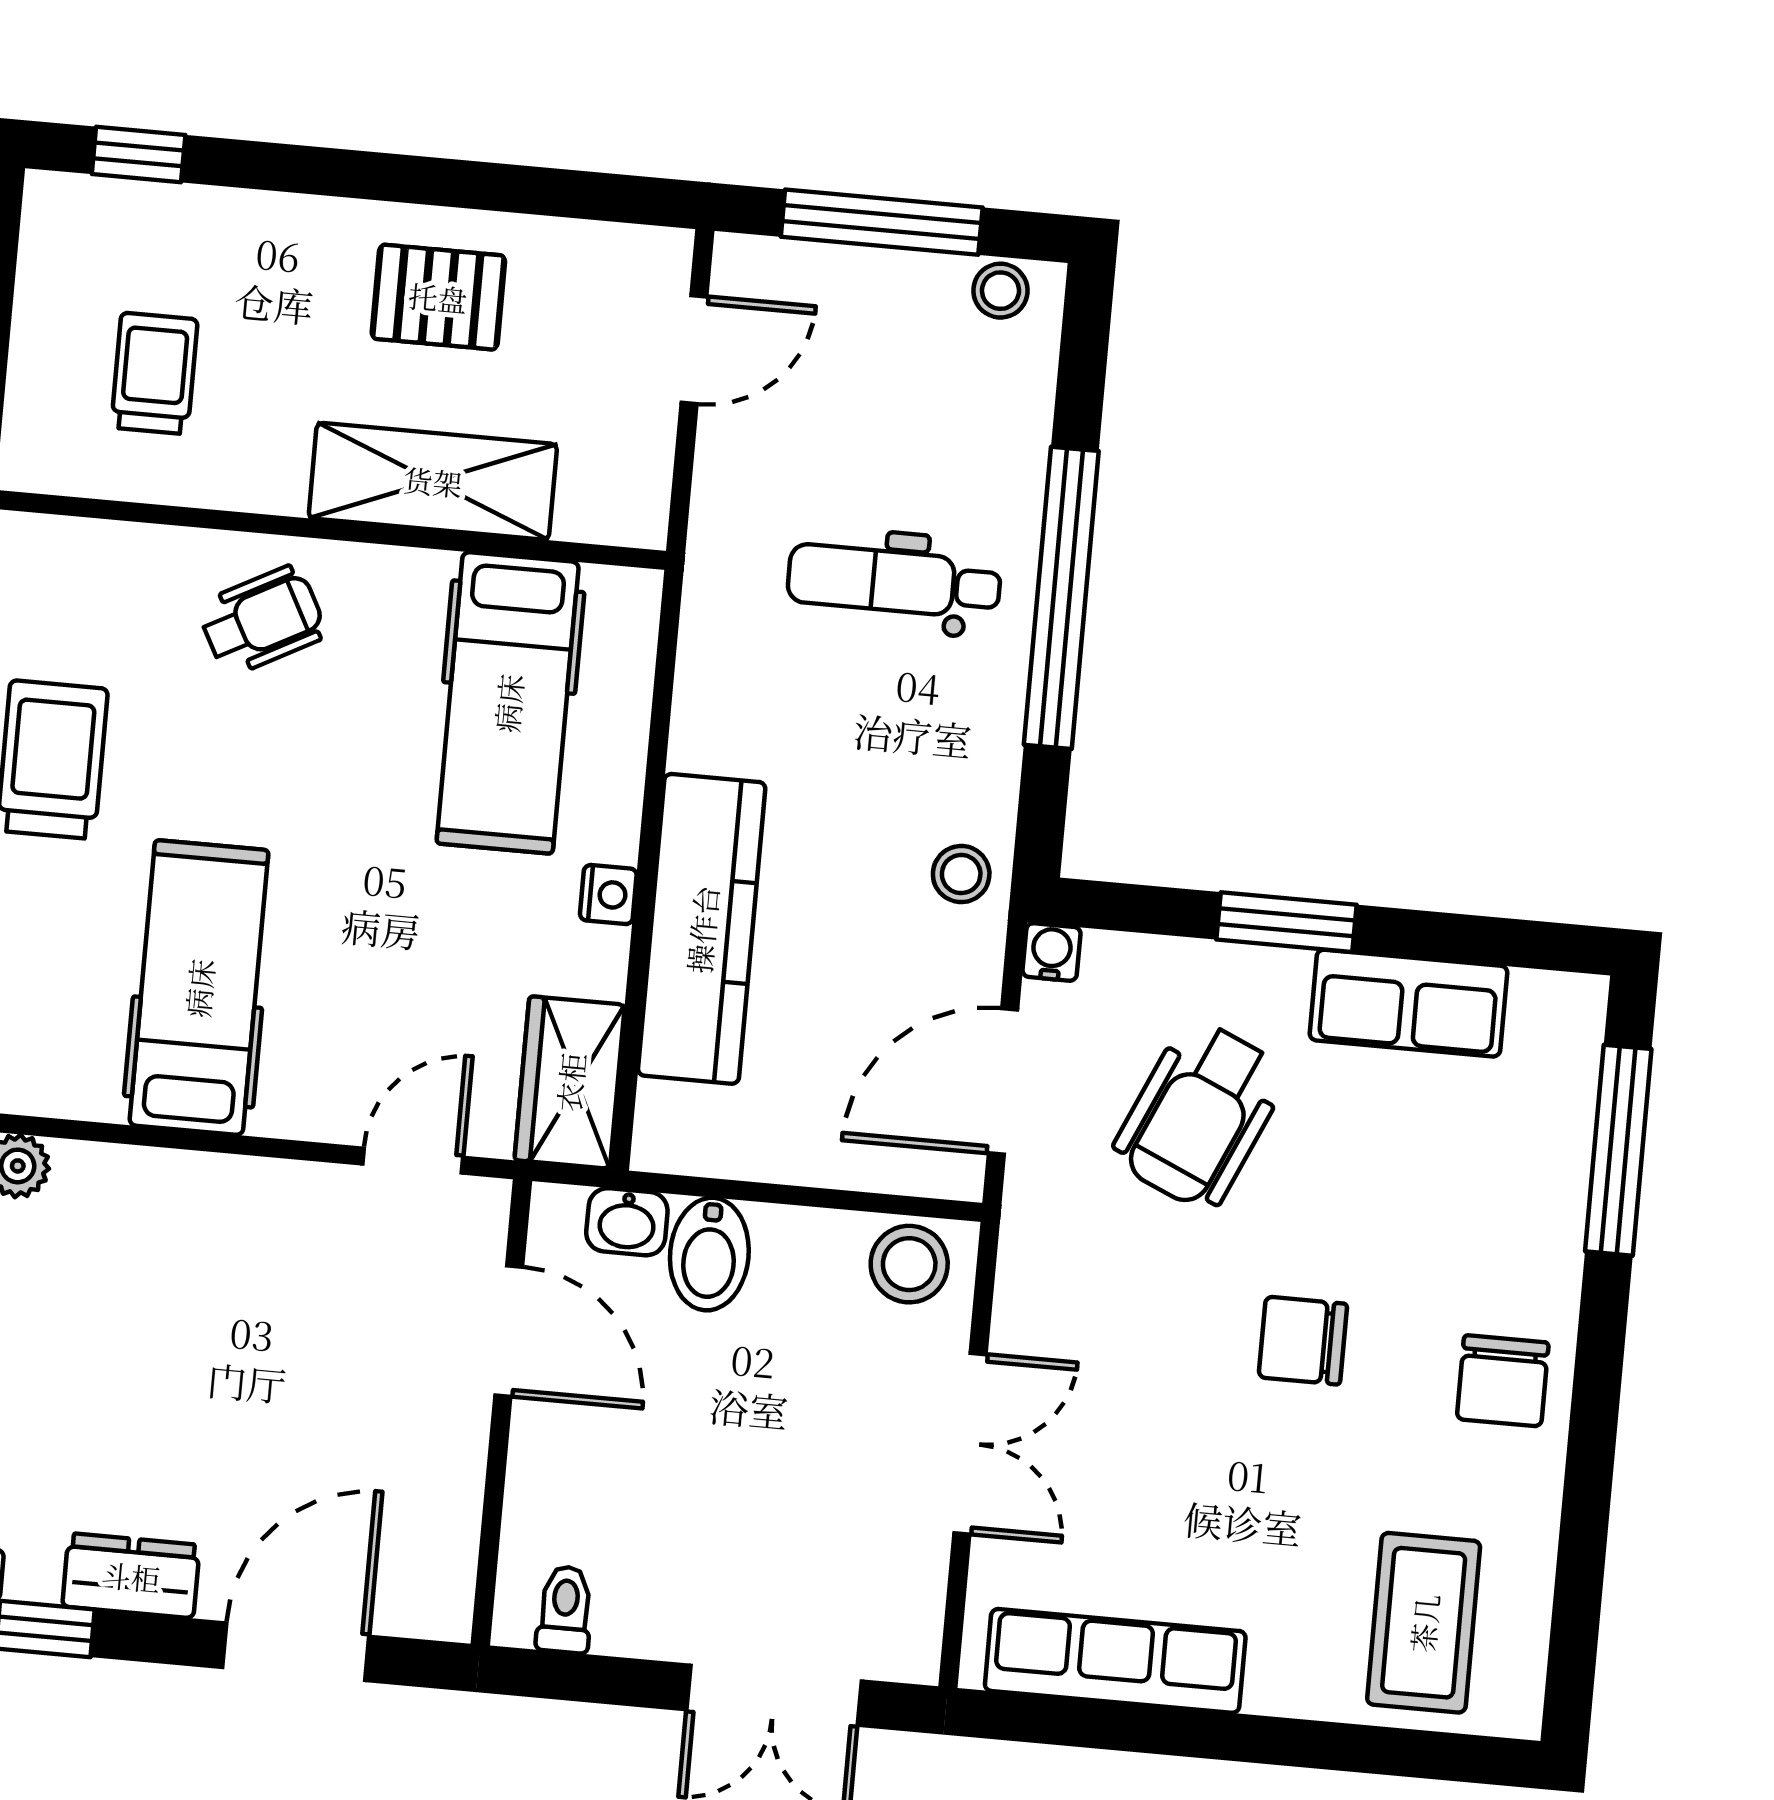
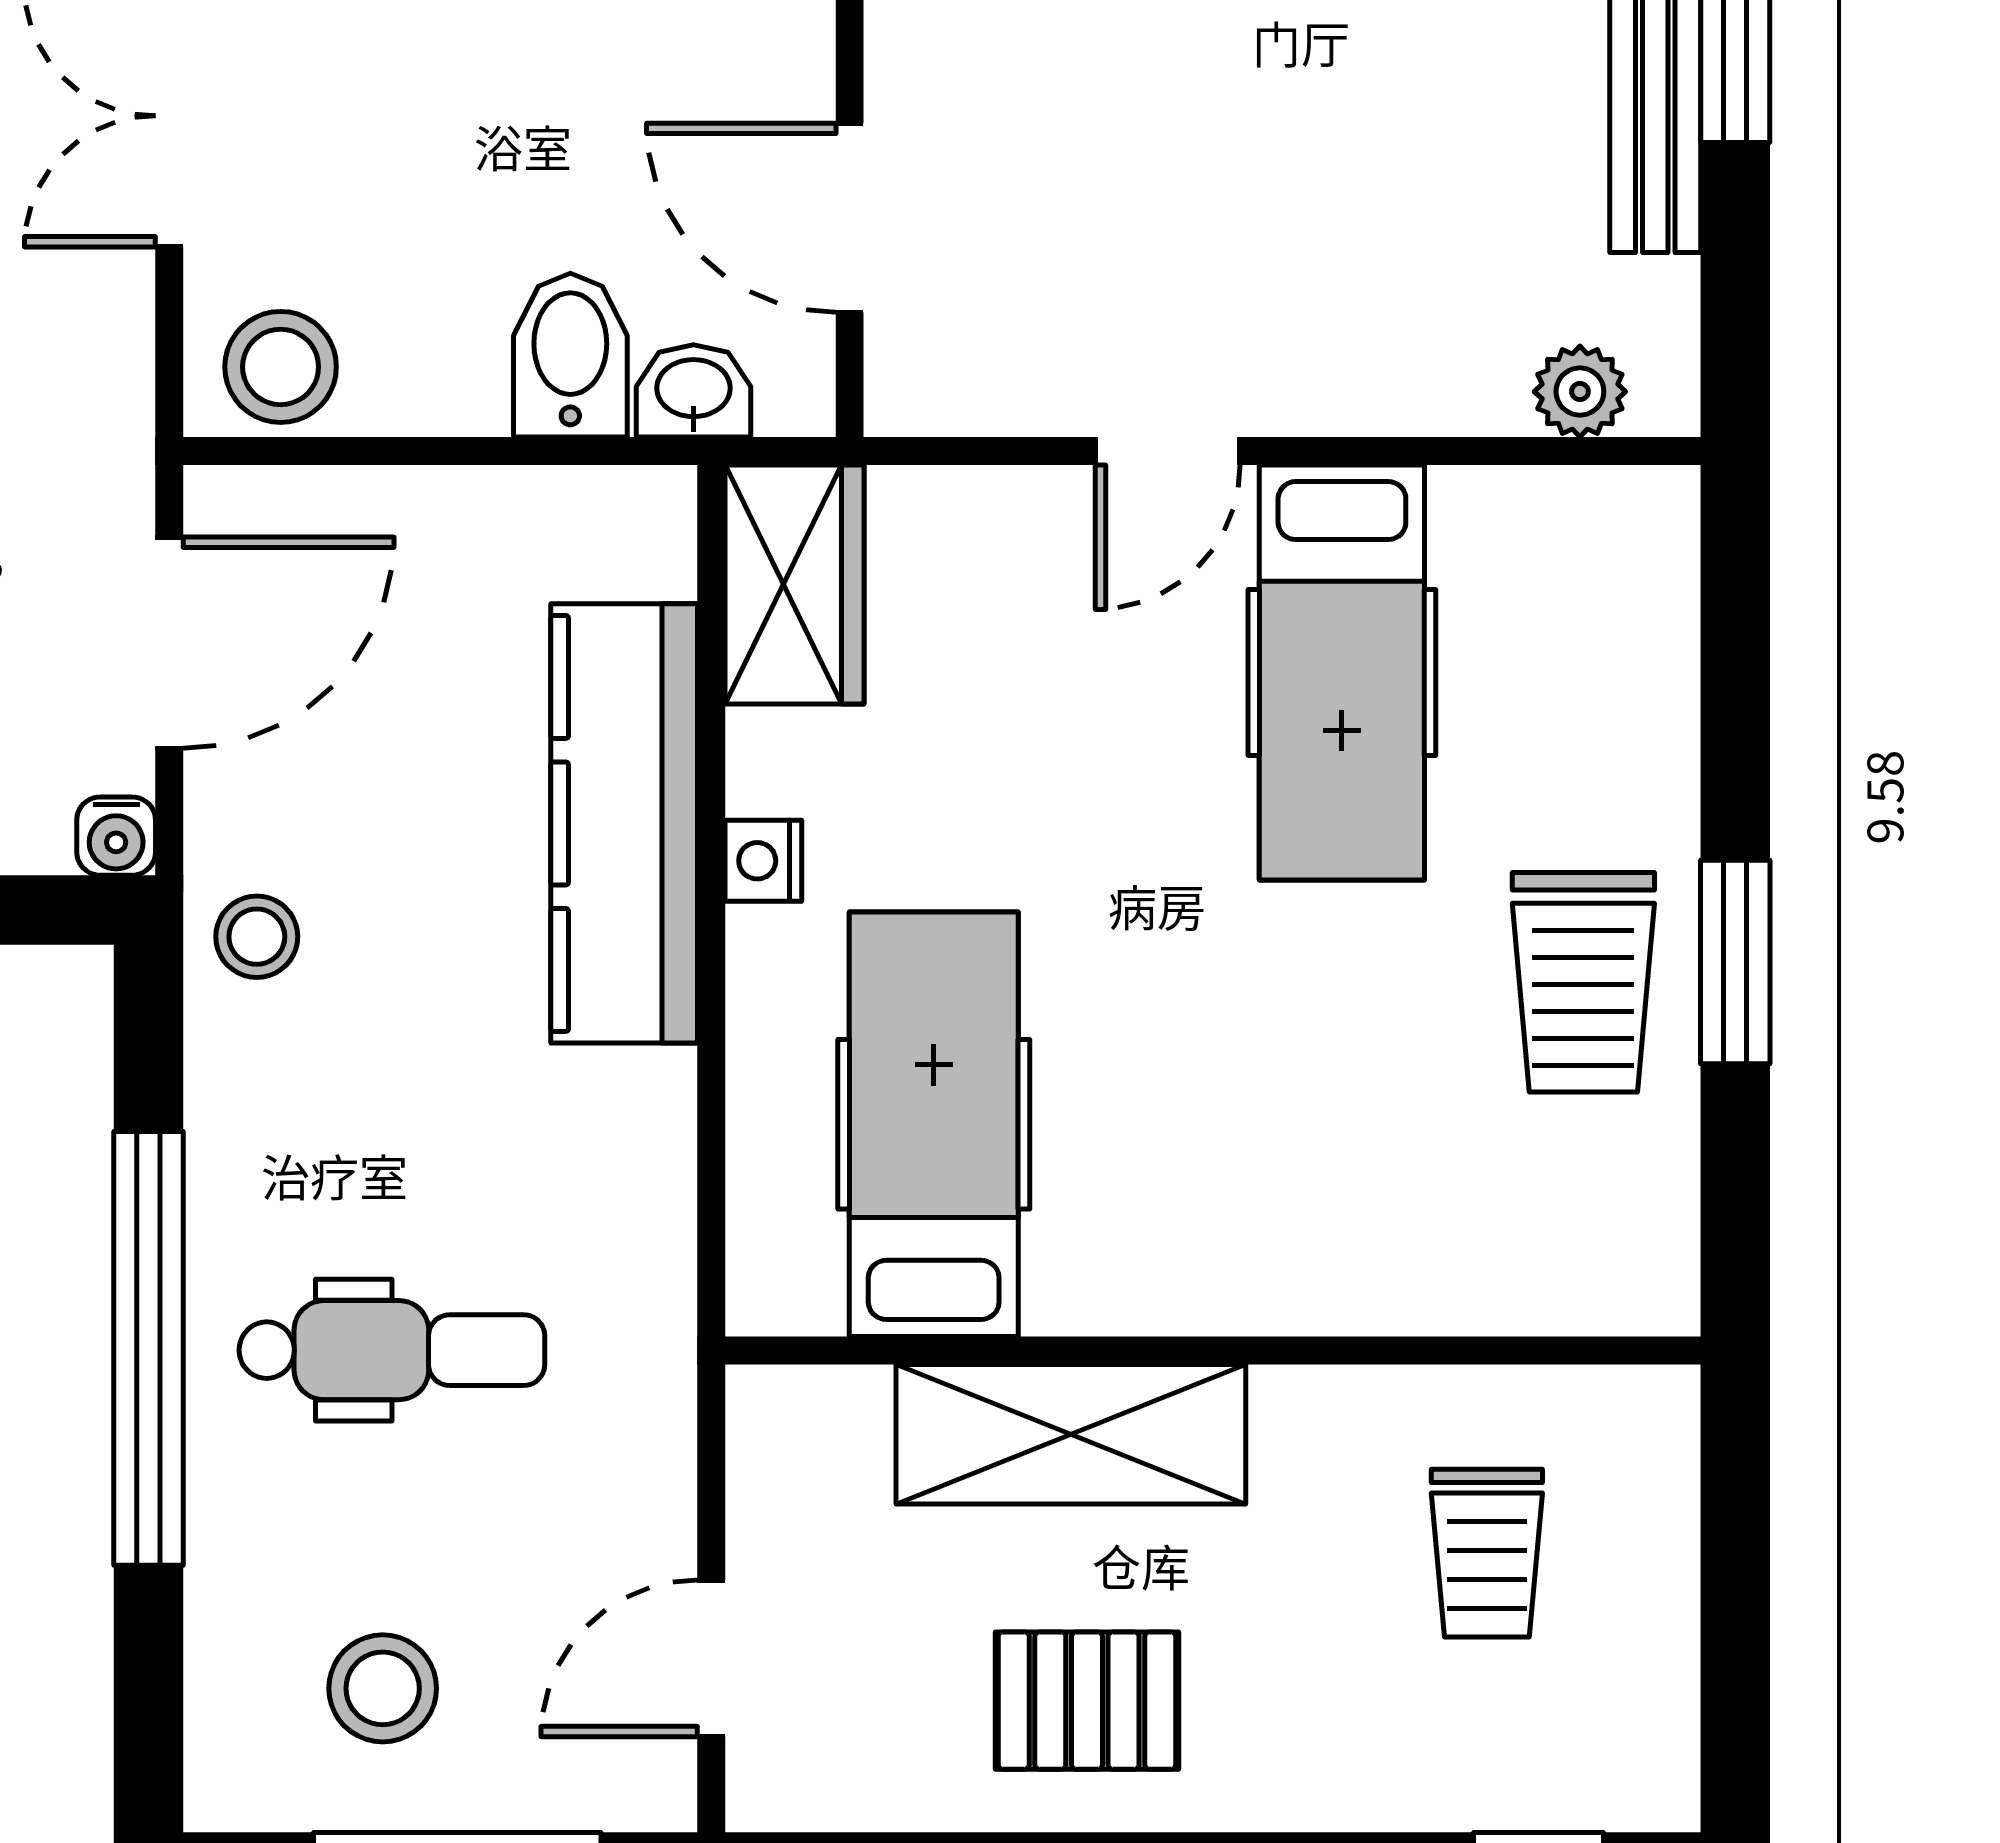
stool: (1000, 291) -> (383, 1688), moved, width x1.37, depth x1.37
wheelchair: (262, 620) -> (1299, 1211), removed
door: (413, 1161) -> (1168, 451), moved

